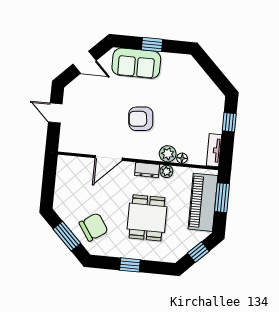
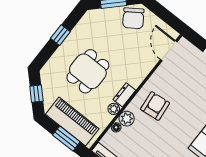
armchair: (141, 119) -> (155, 106), moved
door: (109, 158) -> (169, 51), moved
dining table: (147, 218) -> (88, 71), turned 90
chair: (94, 227) -> (133, 18), moved

